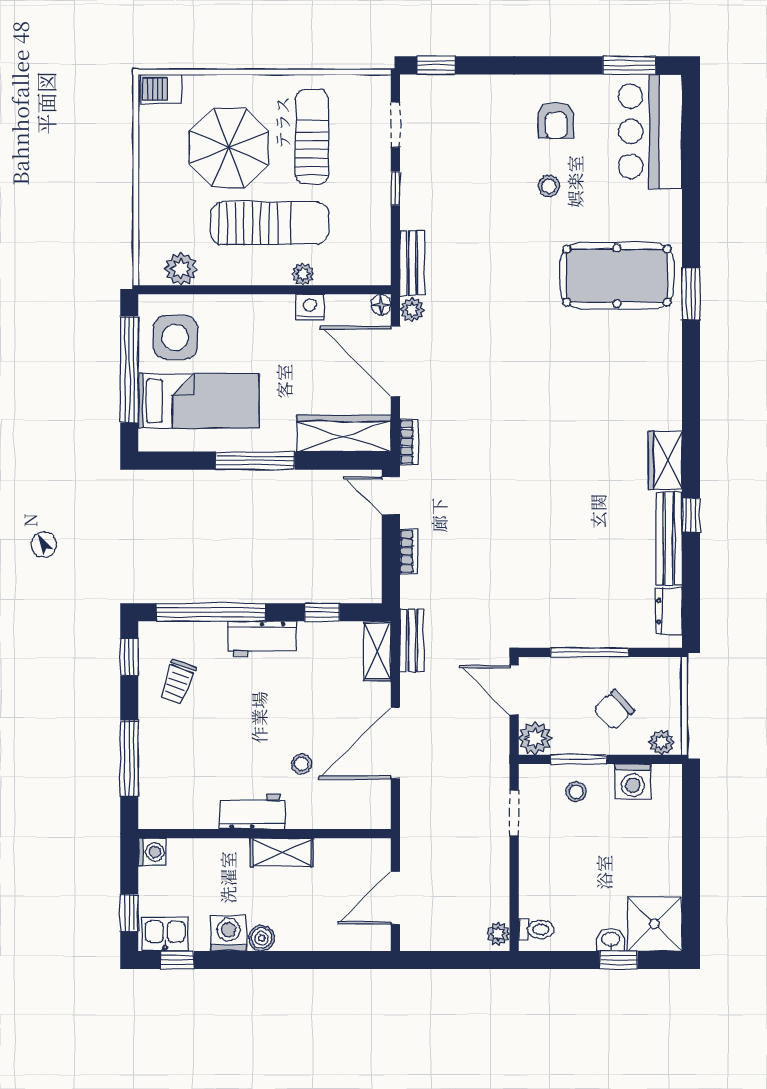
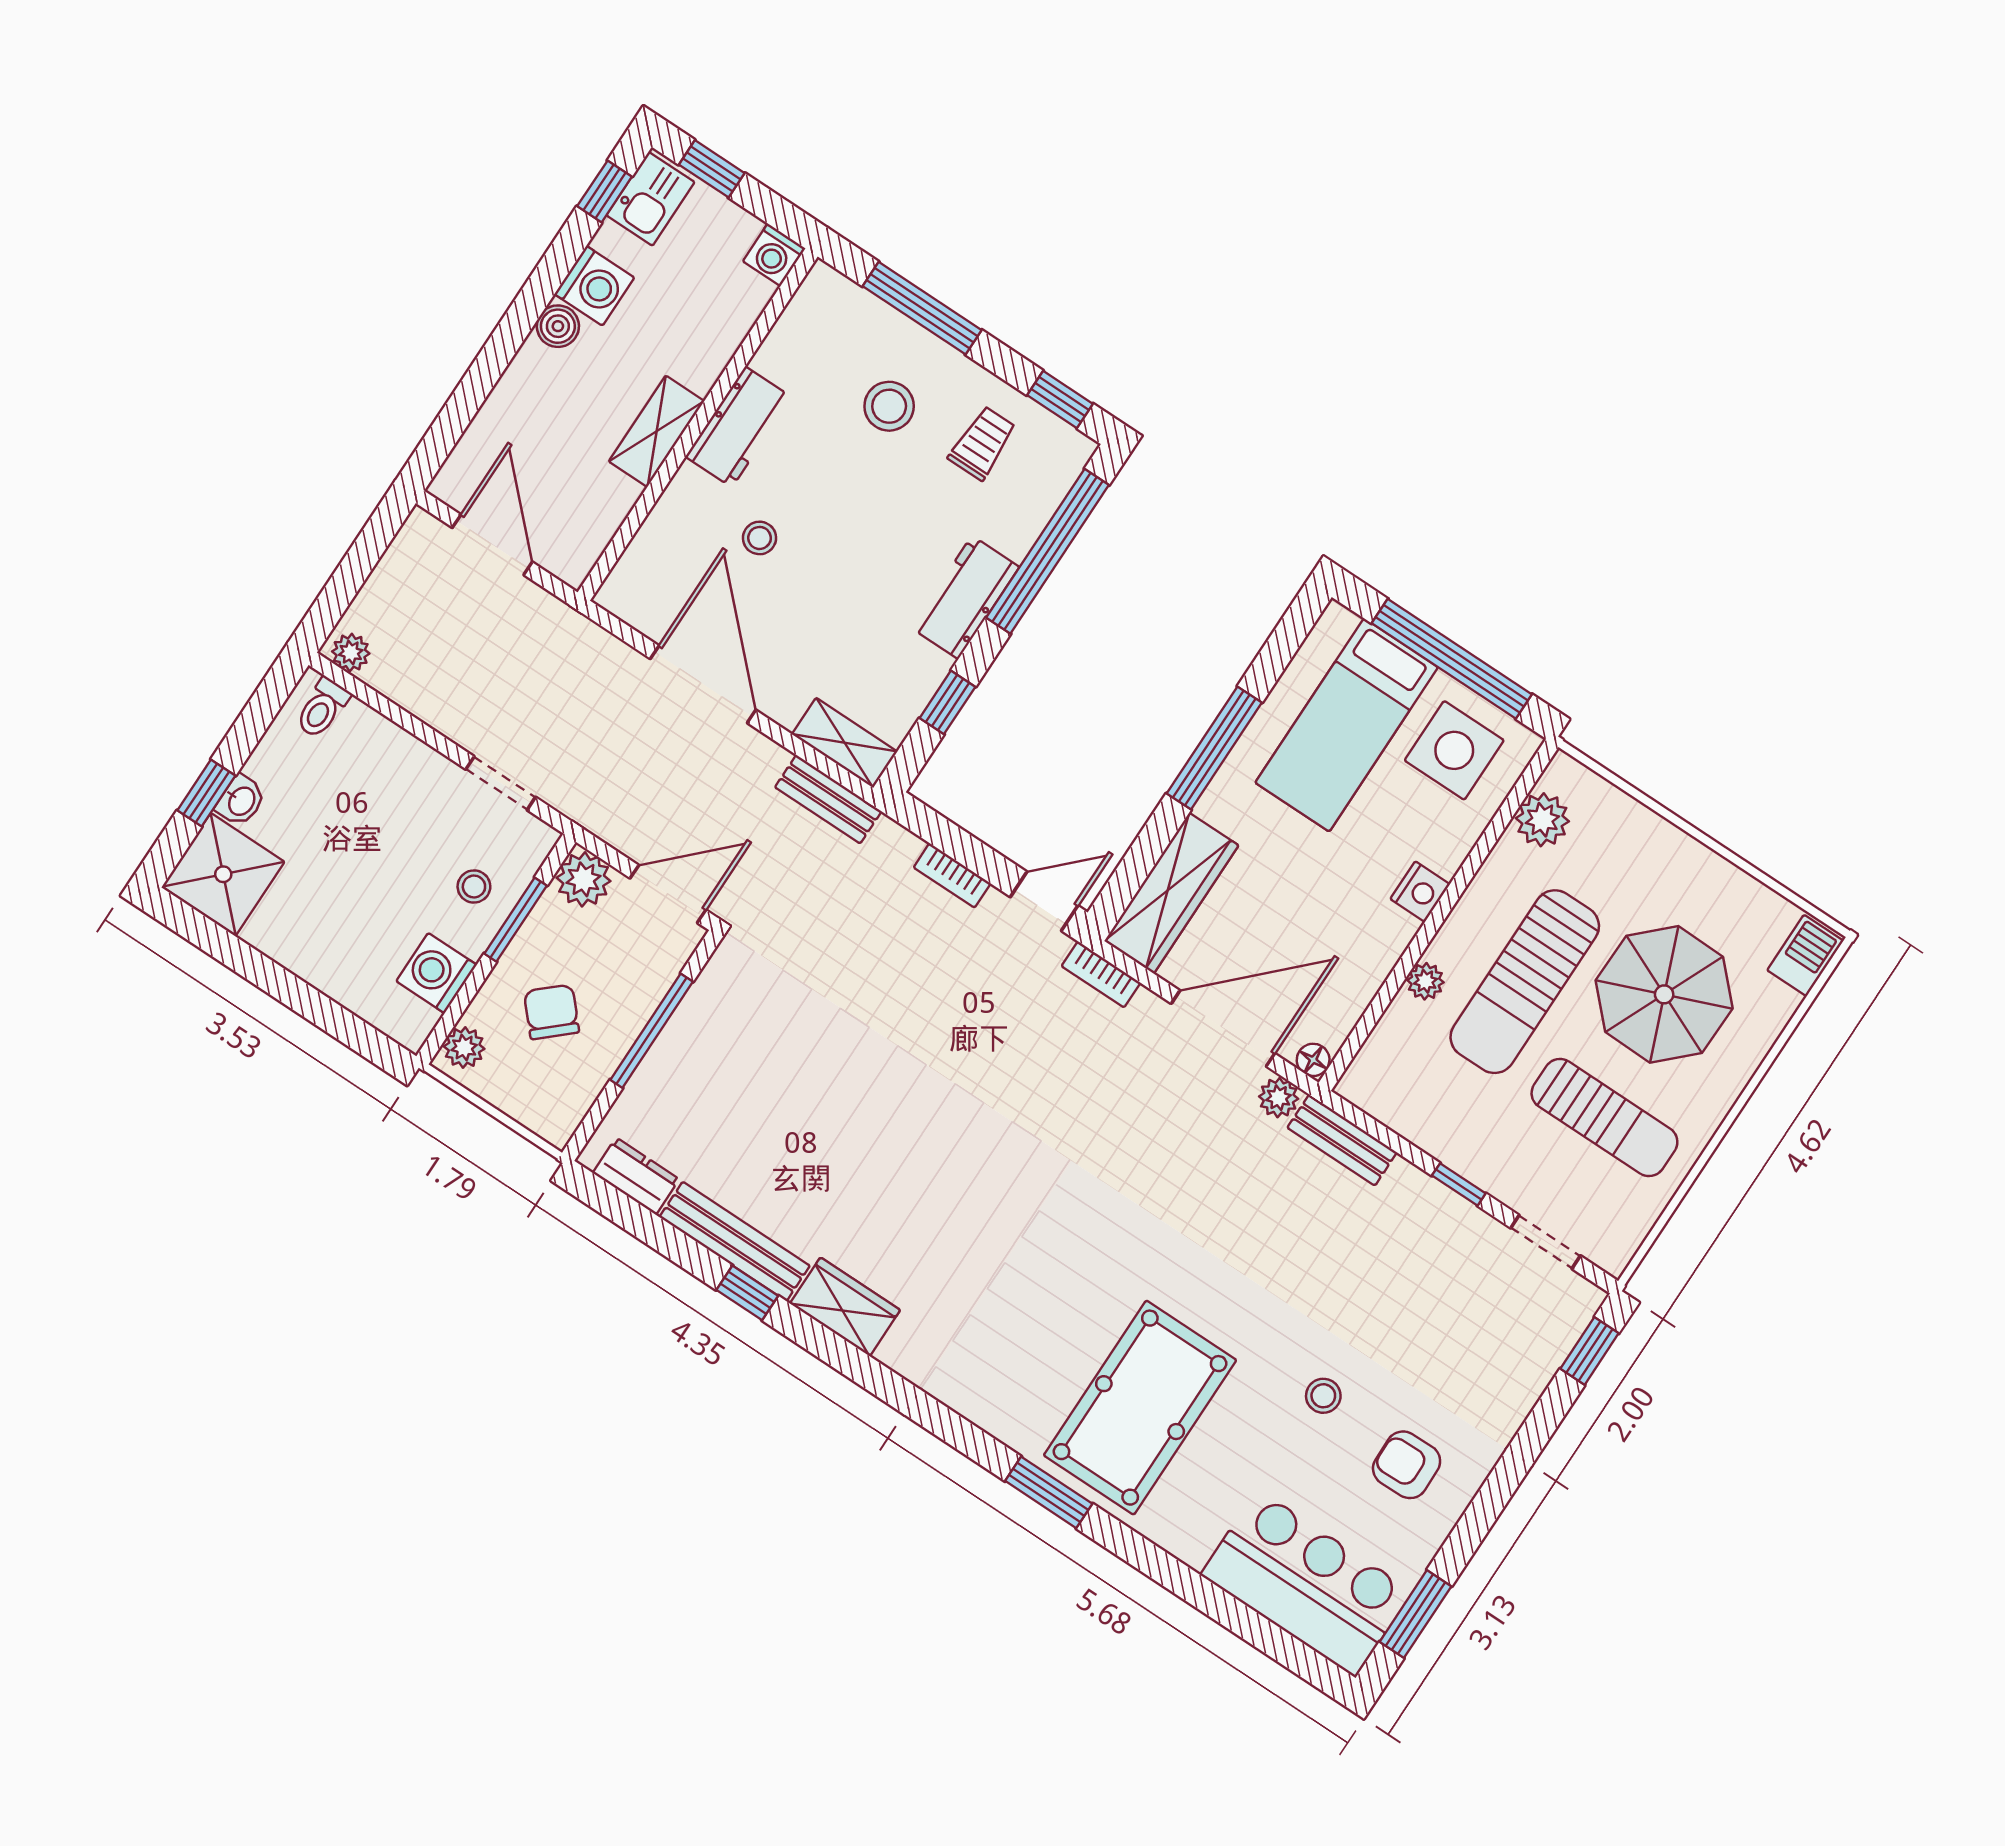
nightstand: (310, 307) -> (1420, 892), moved
trolley: (178, 682) -> (982, 443), turned 70
stool: (191, 742) -> (889, 406), added

